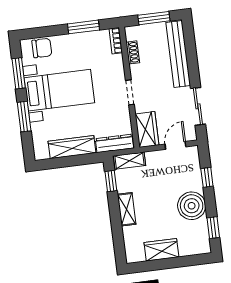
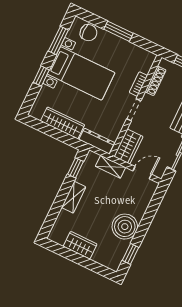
window: (84, 27) -> (118, 31), moved
bookcase: (116, 41) -> (138, 84), moved
shoe rack: (133, 52) -> (156, 81), width x1.43
window: (24, 117) -> (41, 76), width x0.67
shelving: (129, 161) -> (111, 167), moved
window: (207, 177) -> (150, 212), removed

